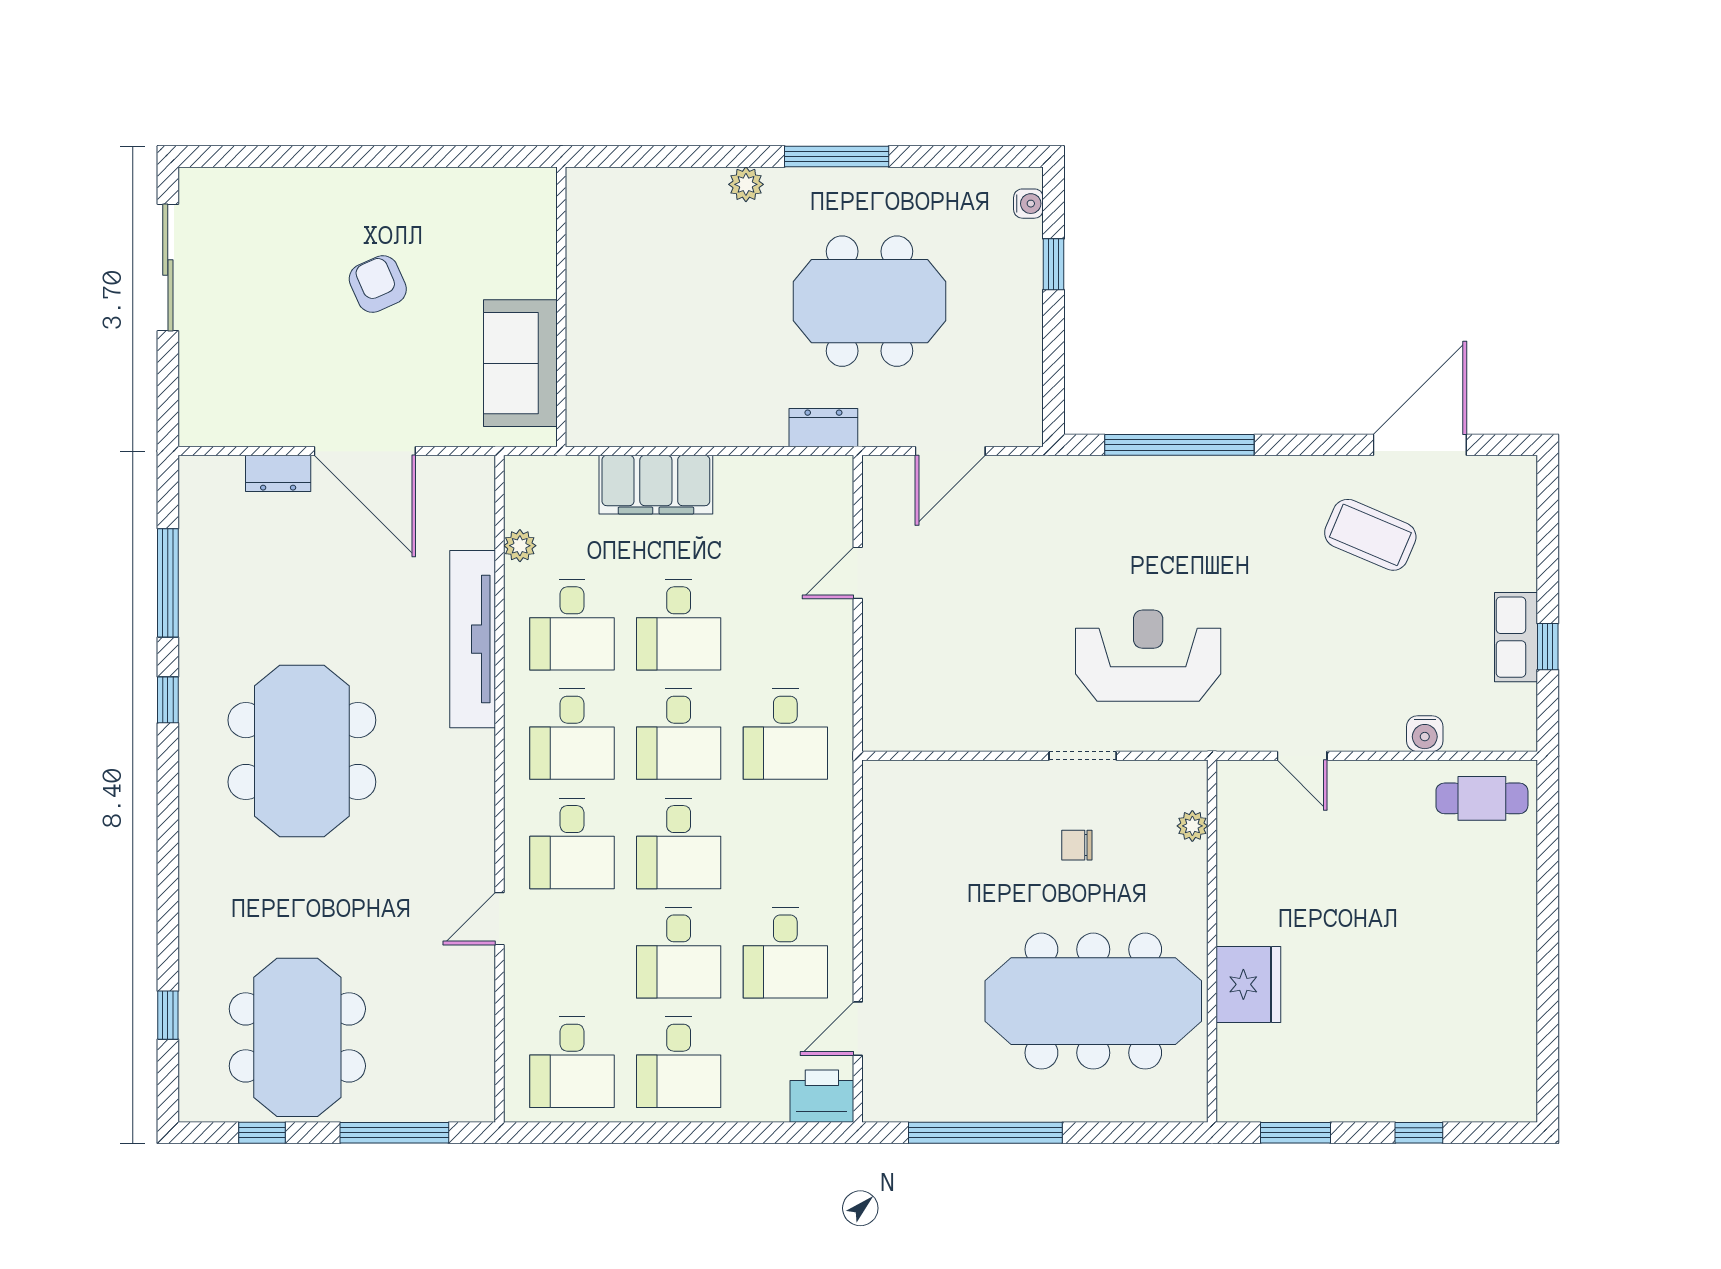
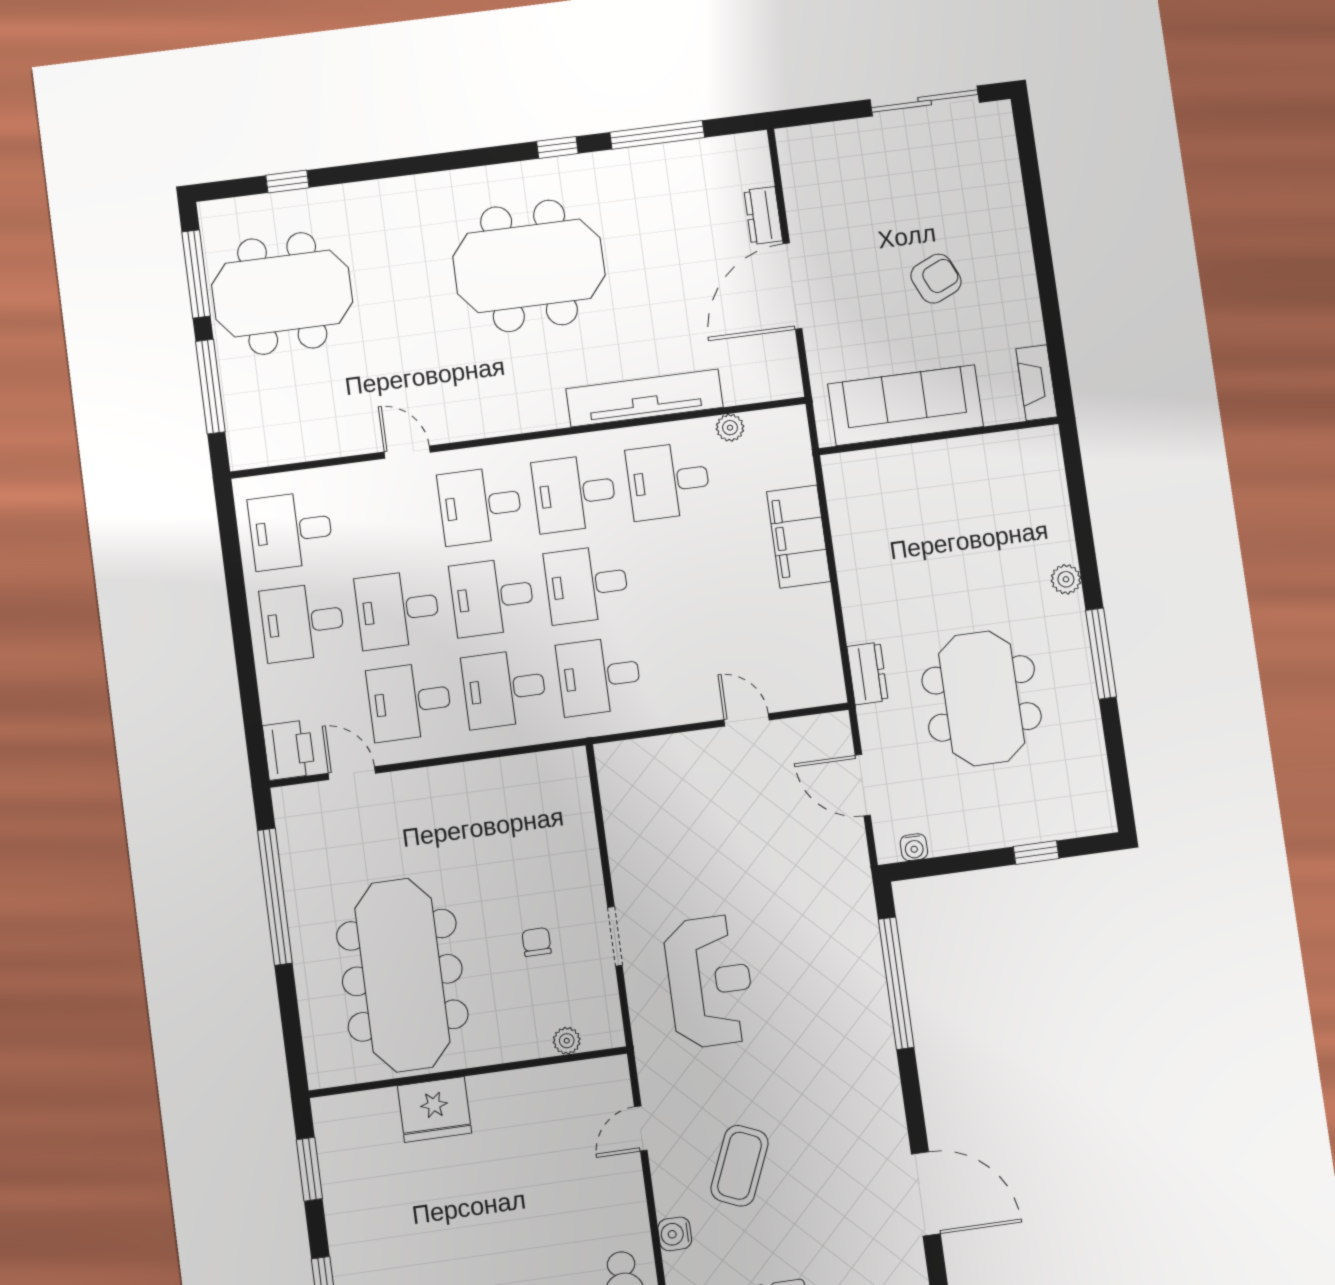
fireplace: (514, 185) -> (1037, 383), added
water cooler: (1028, 204) -> (914, 847), moved
sofa: (520, 363) -> (906, 405), width x1.36
coffee table: (1370, 535) -> (740, 1166), moved
desk: (679, 625) -> (504, 689), moved
window: (262, 1133) -> (196, 274), width x2.17

